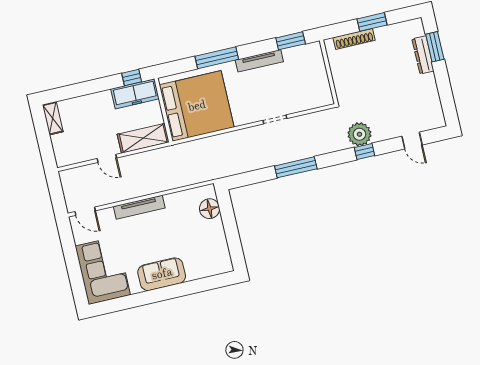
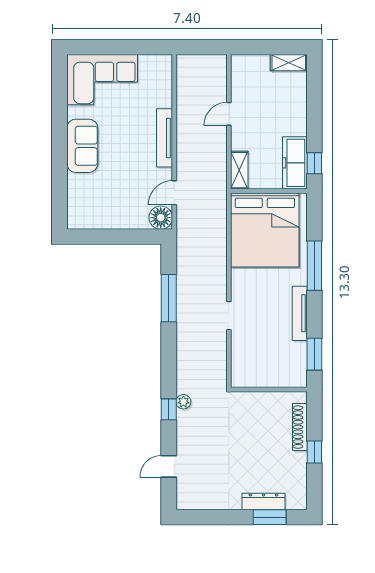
window: (372, 22) -> (314, 452), width x0.67
plant: (359, 134) -> (183, 402), width x0.53, depth x0.53
shelving: (143, 138) -> (239, 170), width x0.67, depth x0.75
window: (296, 167) -> (169, 298), moved
floor lamp: (210, 209) -> (161, 218), moved
door: (85, 211) -> (174, 193), moved

